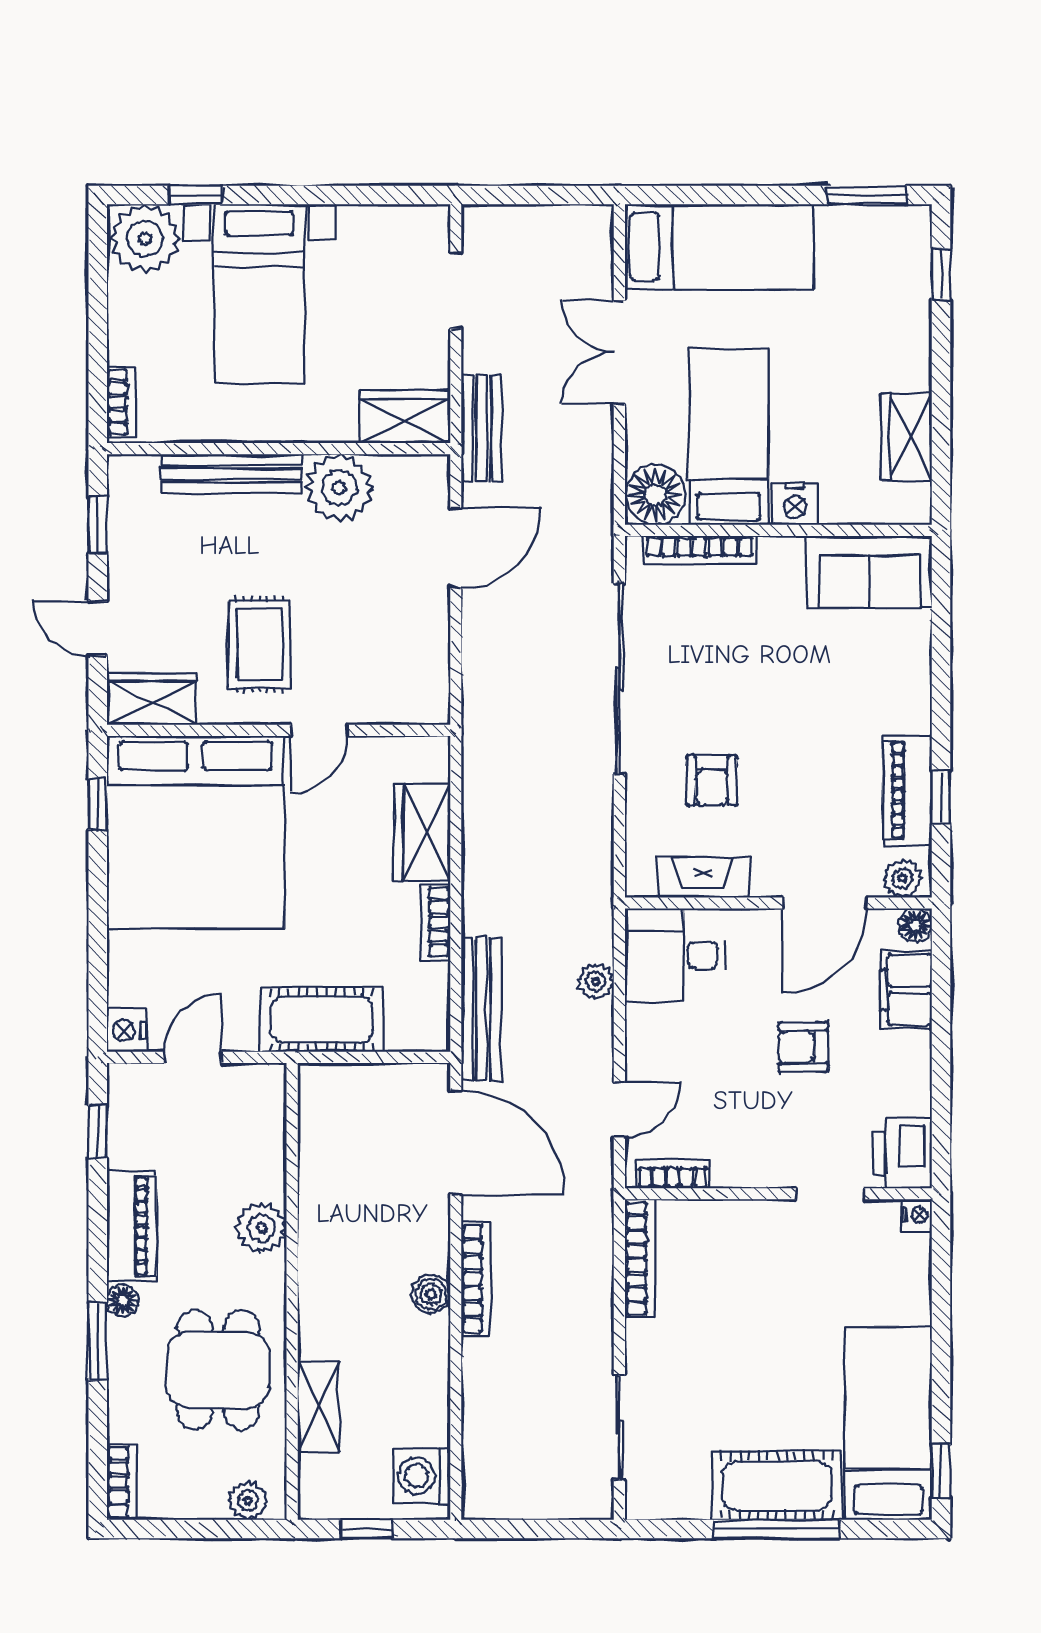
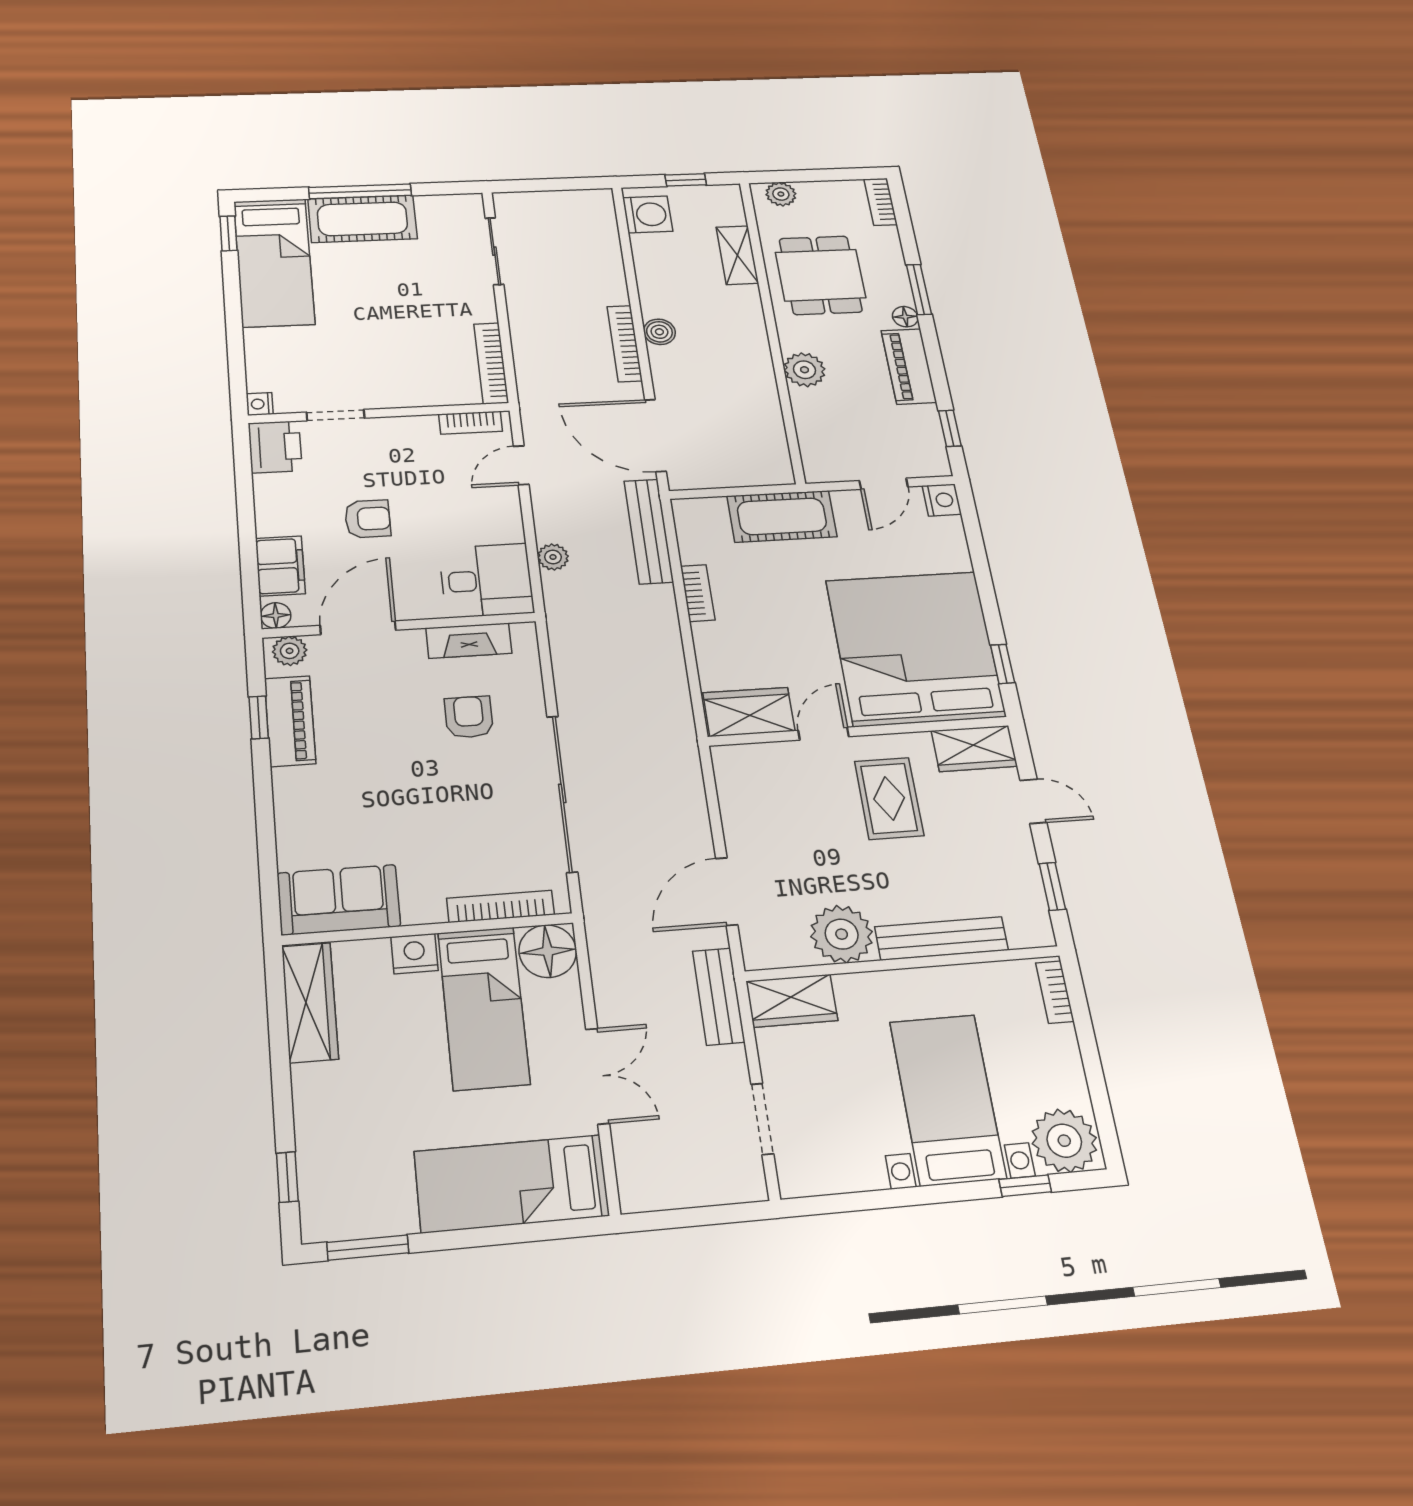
wardrobe: (907, 437) -> (310, 1002), width x1.50
wardrobe: (422, 833) -> (749, 712), moved, turned -90

